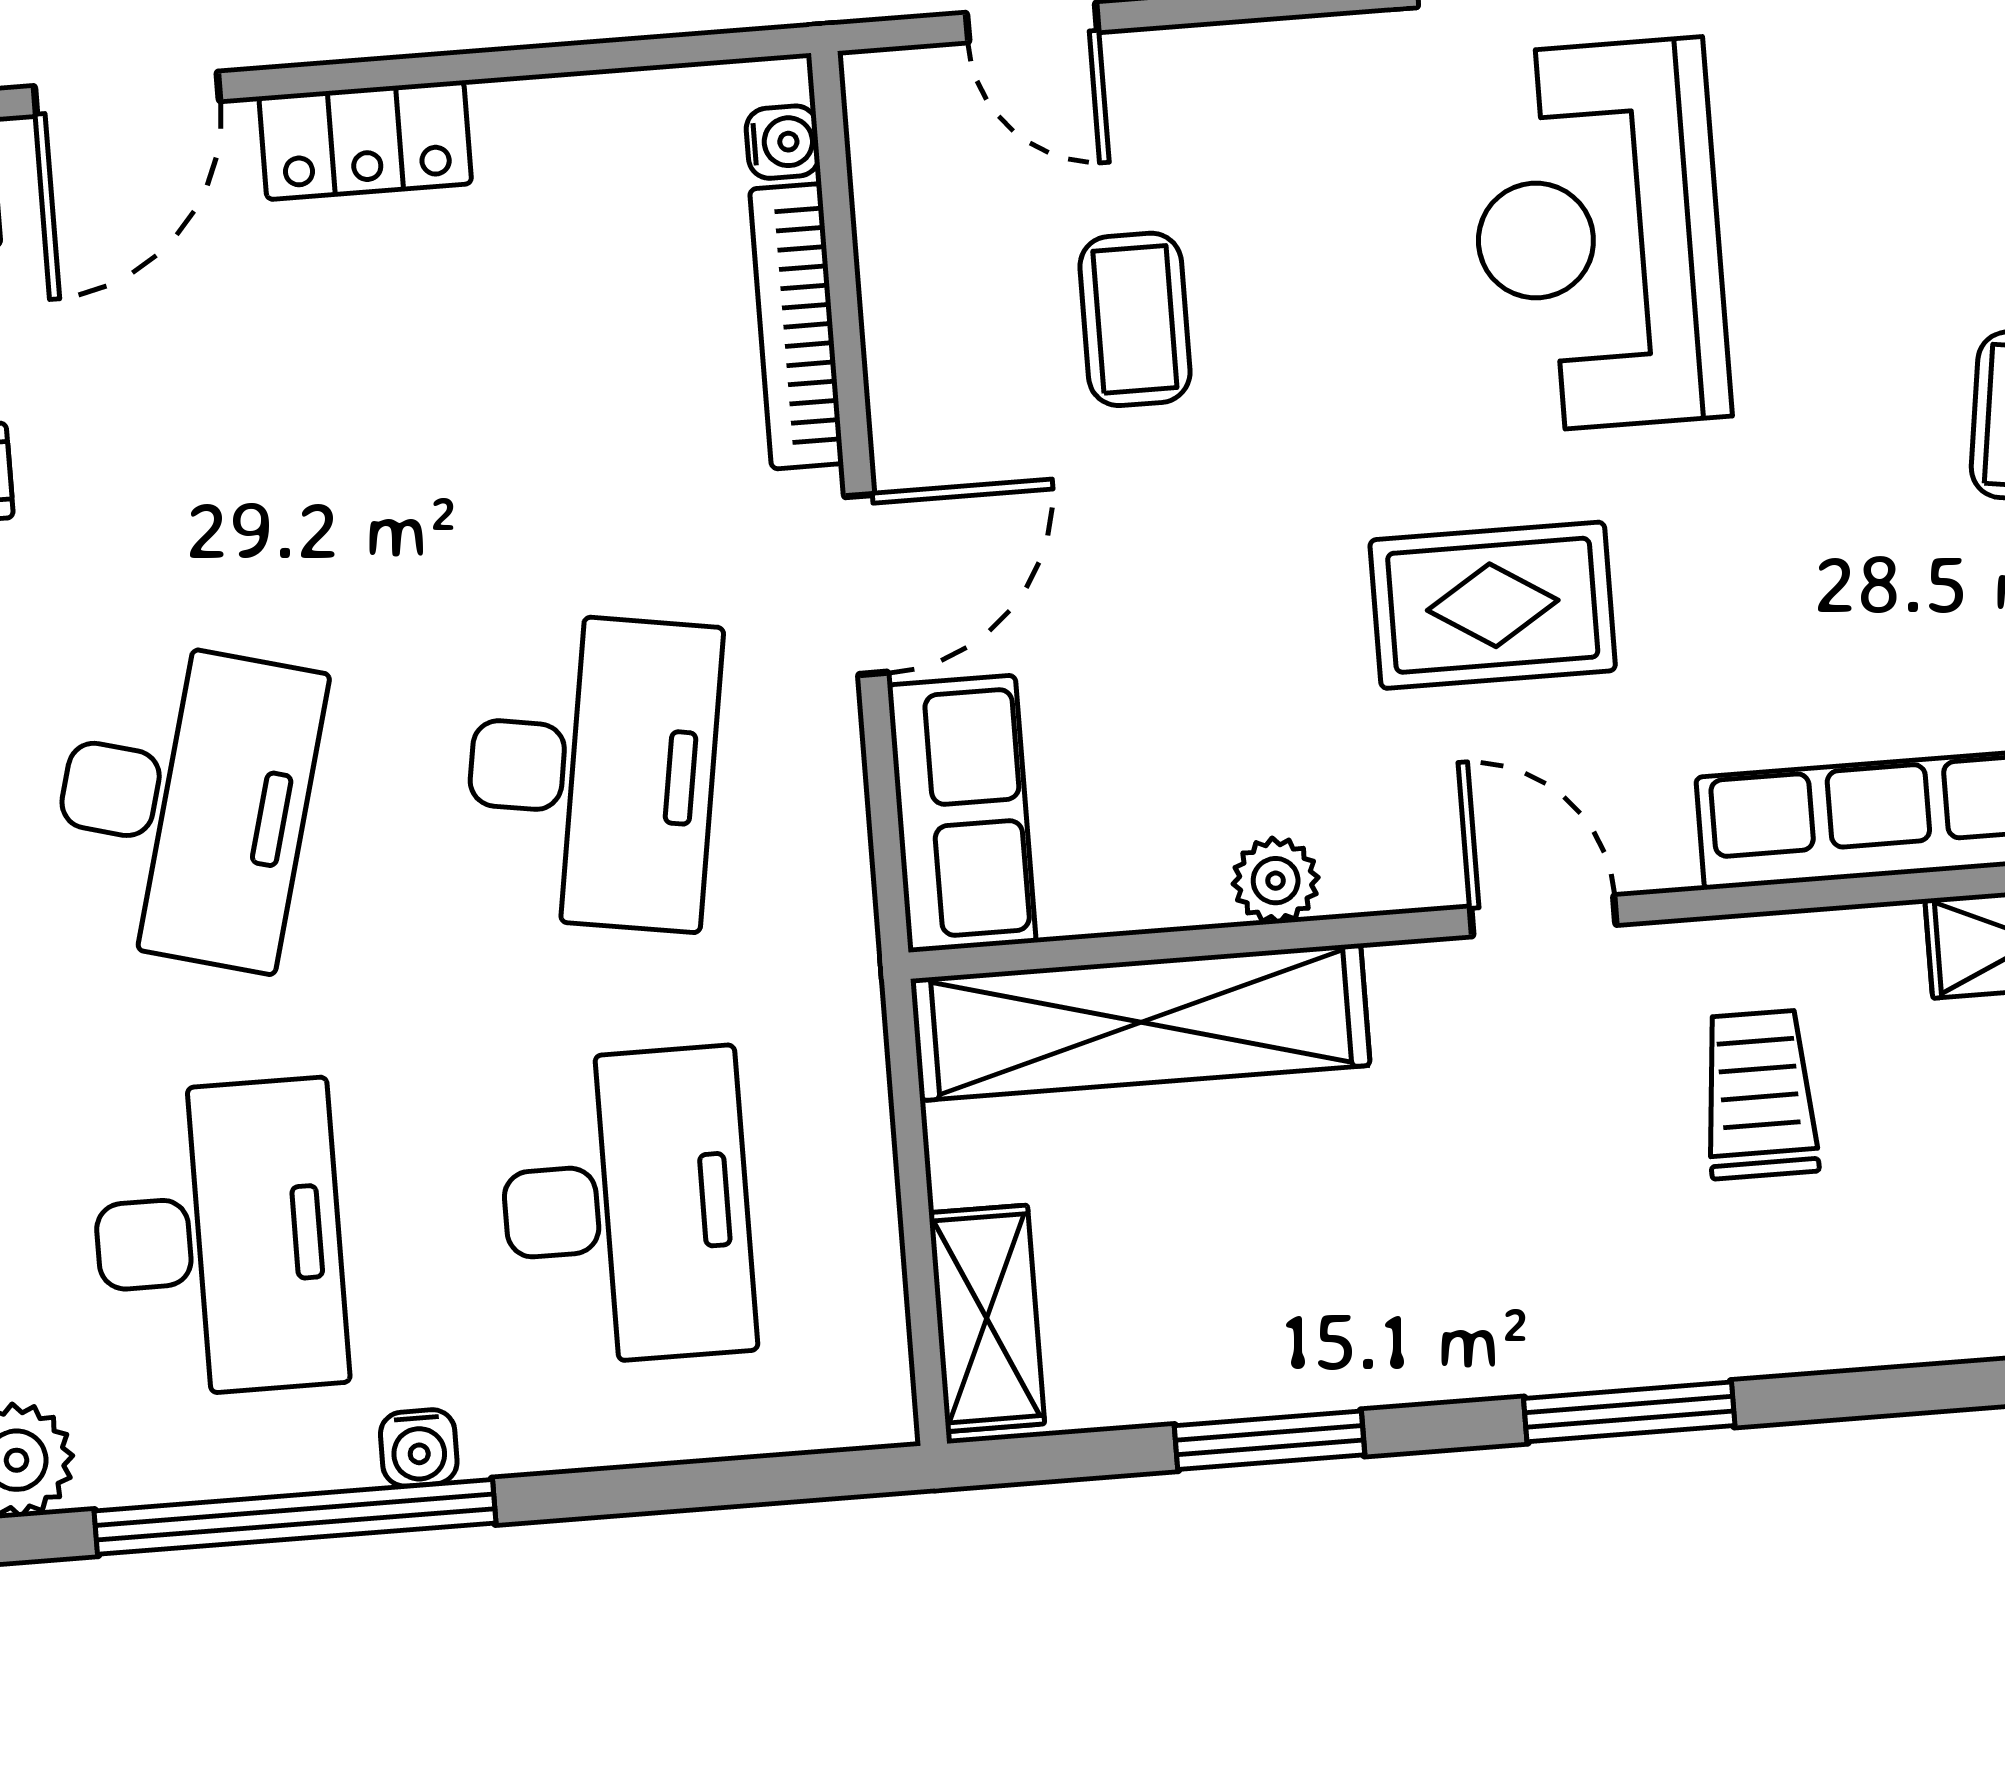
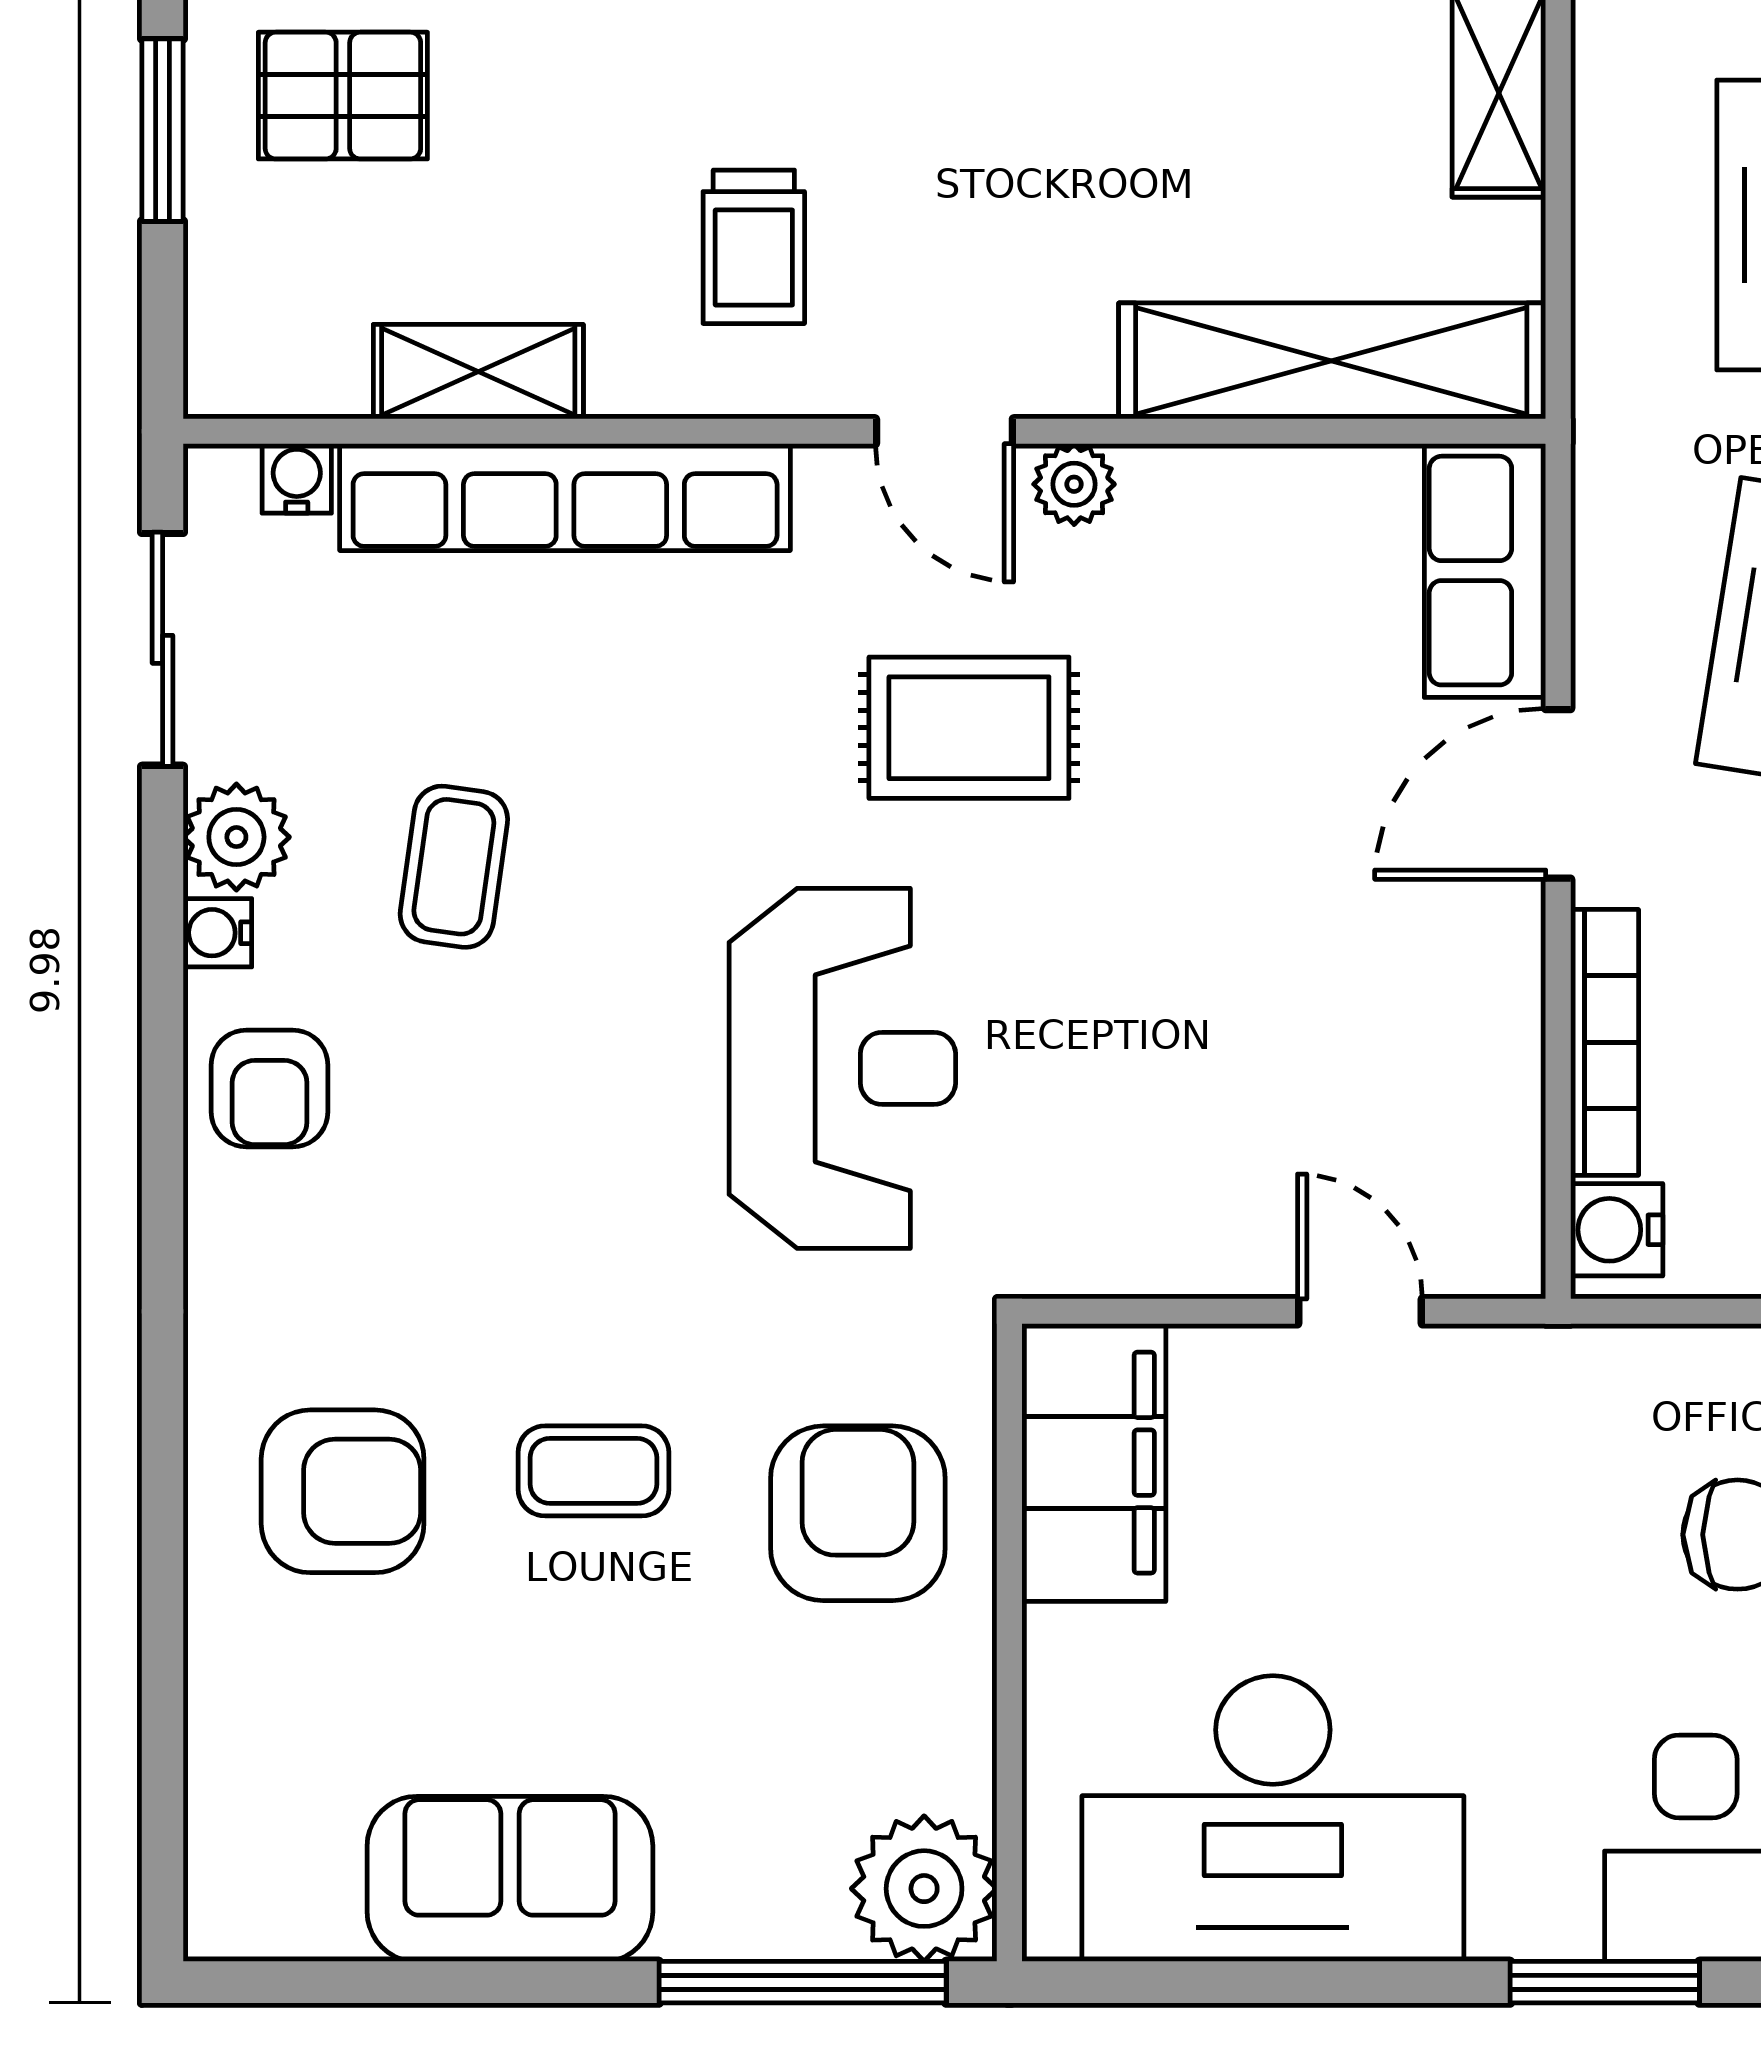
water cooler: (783, 142) -> (1617, 1230), width x1.38, depth x1.38
coffee table: (1135, 319) -> (1285, 1024), removed
plant: (1276, 881) -> (1074, 484), moved

